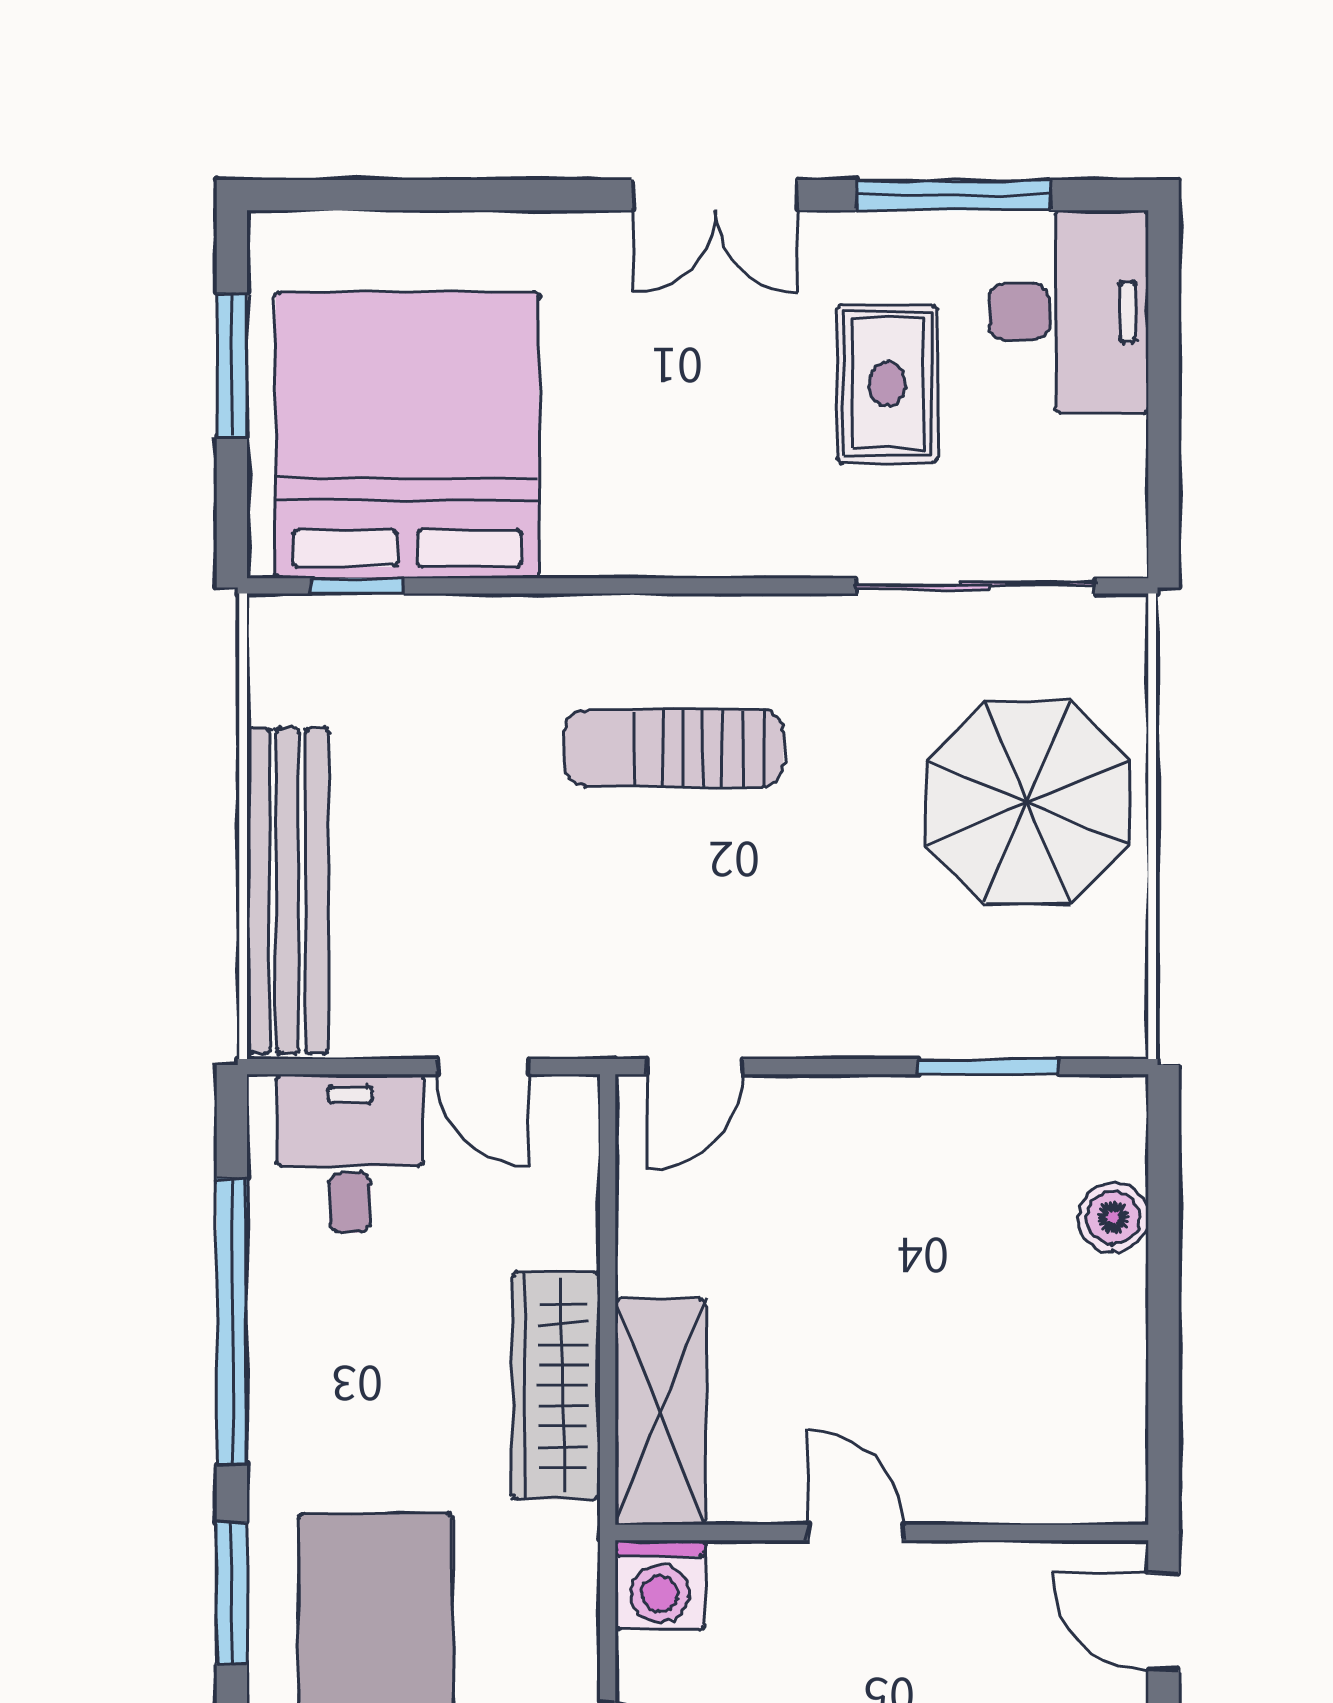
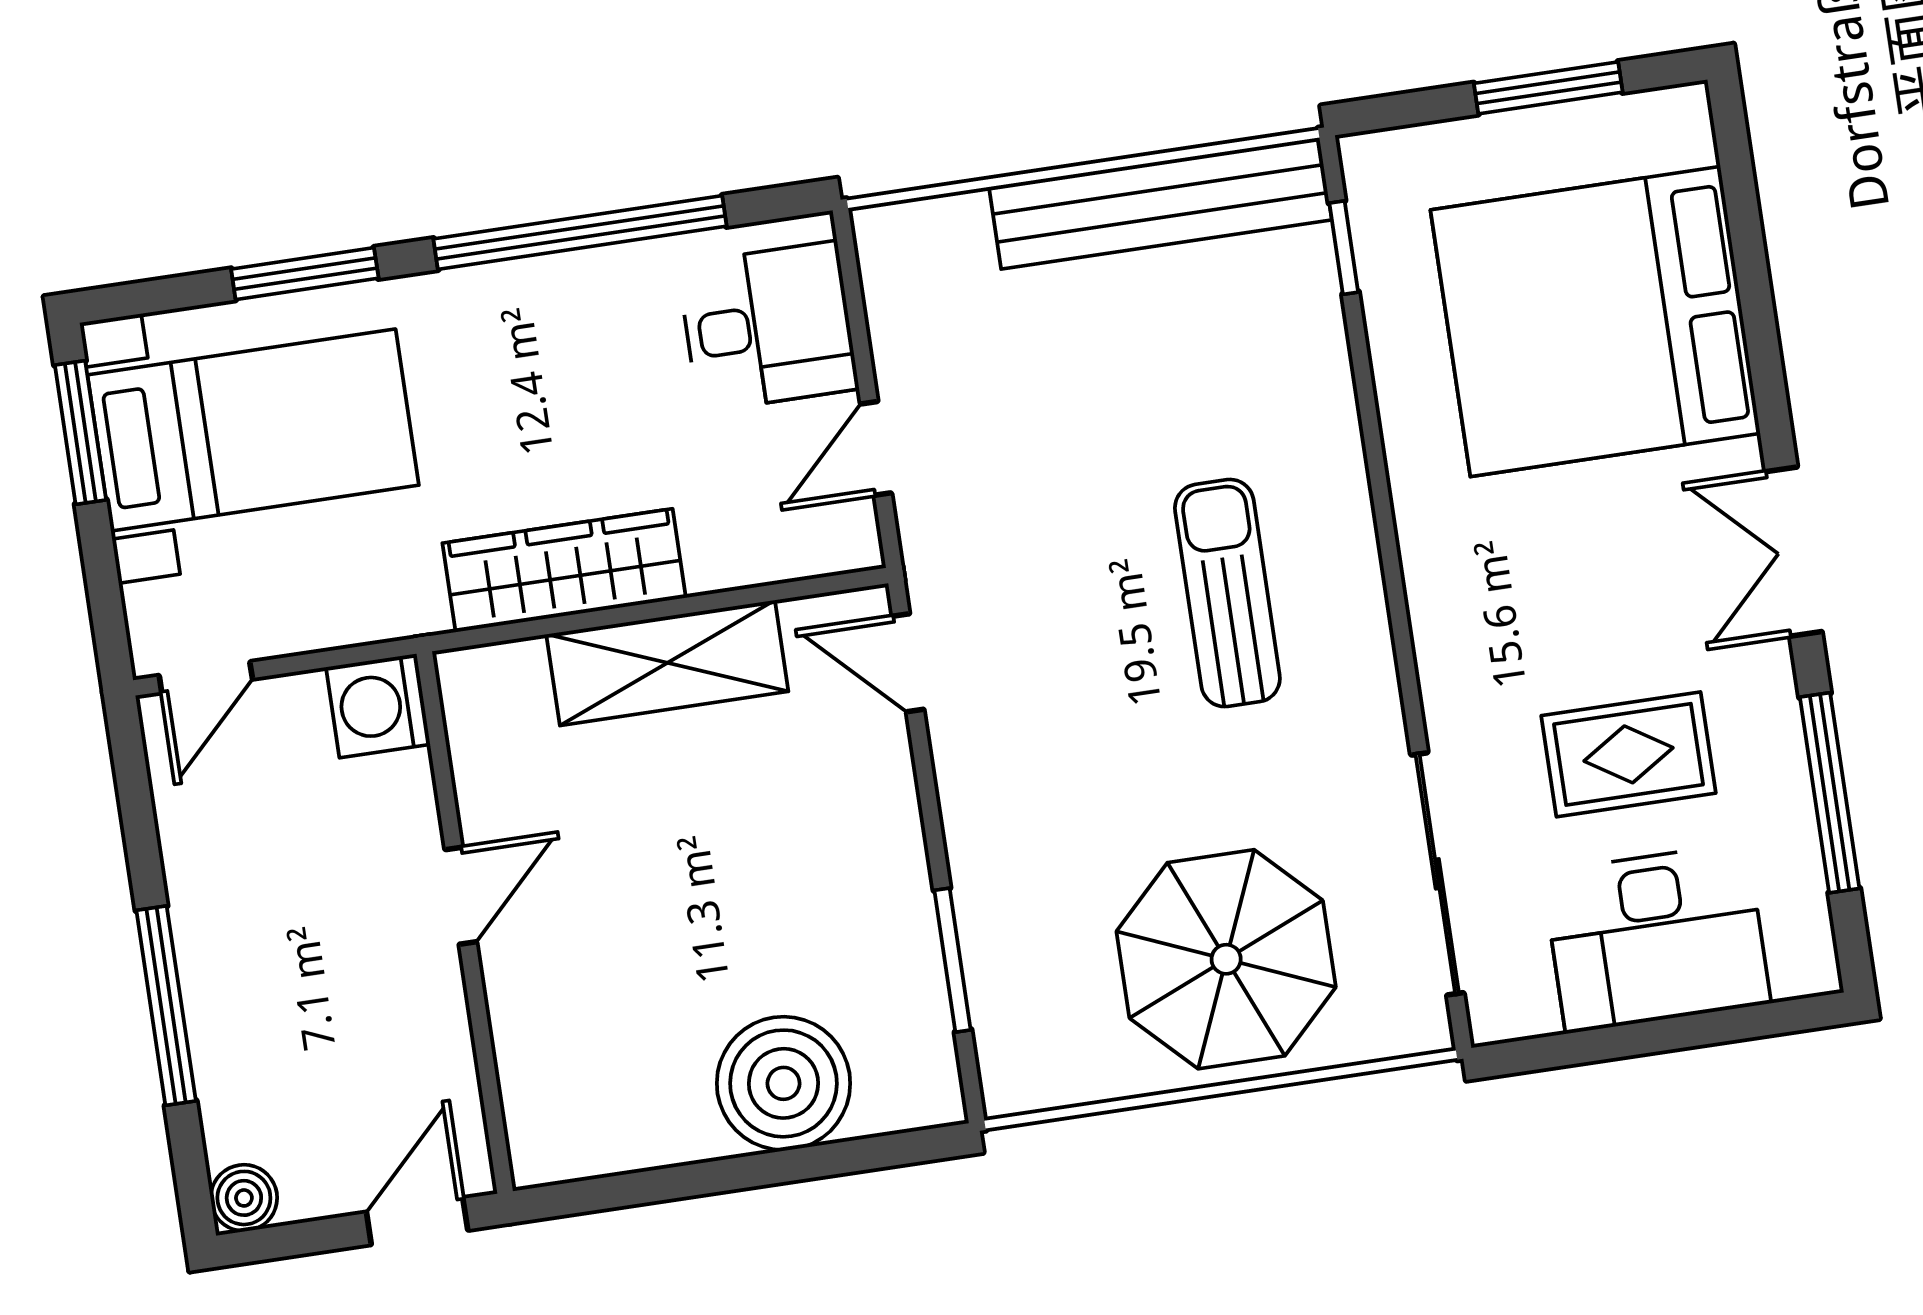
desk: (1069, 312) -> (1656, 938), moved
bed: (407, 435) -> (1595, 322), moved, turned 180
bench: (288, 891) -> (1160, 203), moved
boiler: (1113, 1218) -> (783, 1083), width x1.86, depth x1.86
shelving: (660, 1412) -> (667, 663), moved

